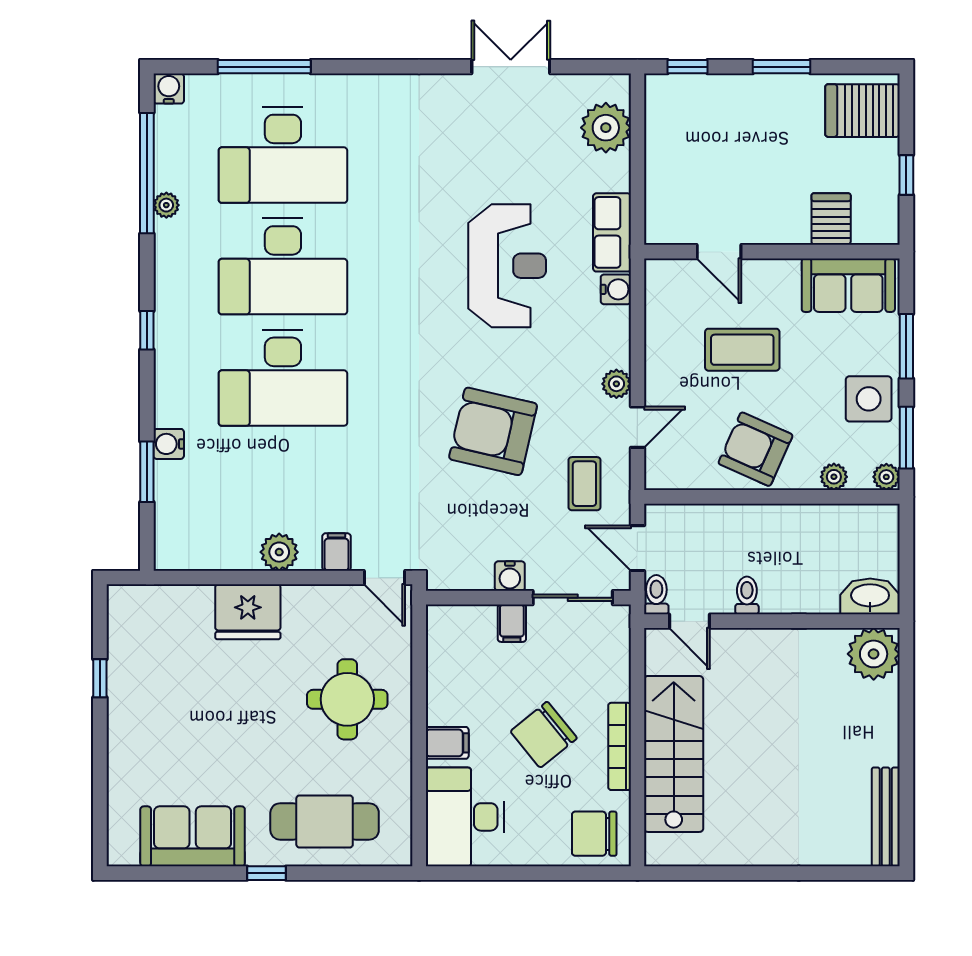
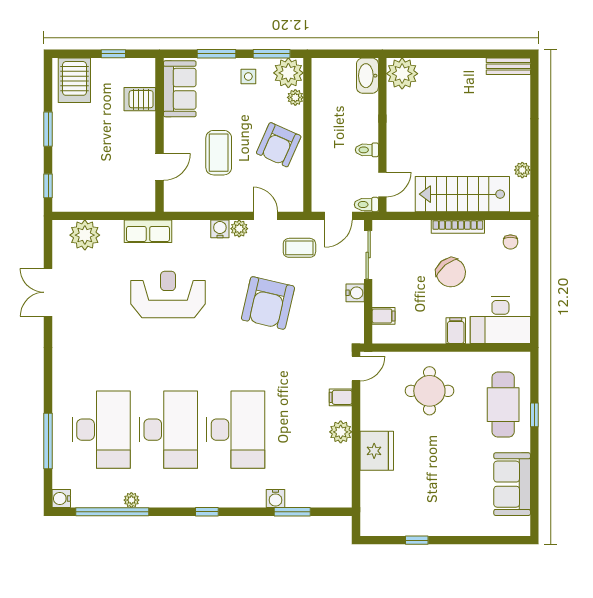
water cooler: (616, 289) -> (220, 229), moved
side table: (869, 399) -> (248, 77), width x0.54, depth x0.54
plant: (886, 477) -> (288, 73), width x1.88, depth x1.88
filing cabinet: (512, 623) -> (384, 316), moved
bench: (886, 817) -> (508, 66), width x0.73
chair: (594, 834) -> (510, 242), width x0.54, depth x0.54
plant: (714, 853) -> (522, 170), added
window: (266, 873) -> (534, 415), moved

